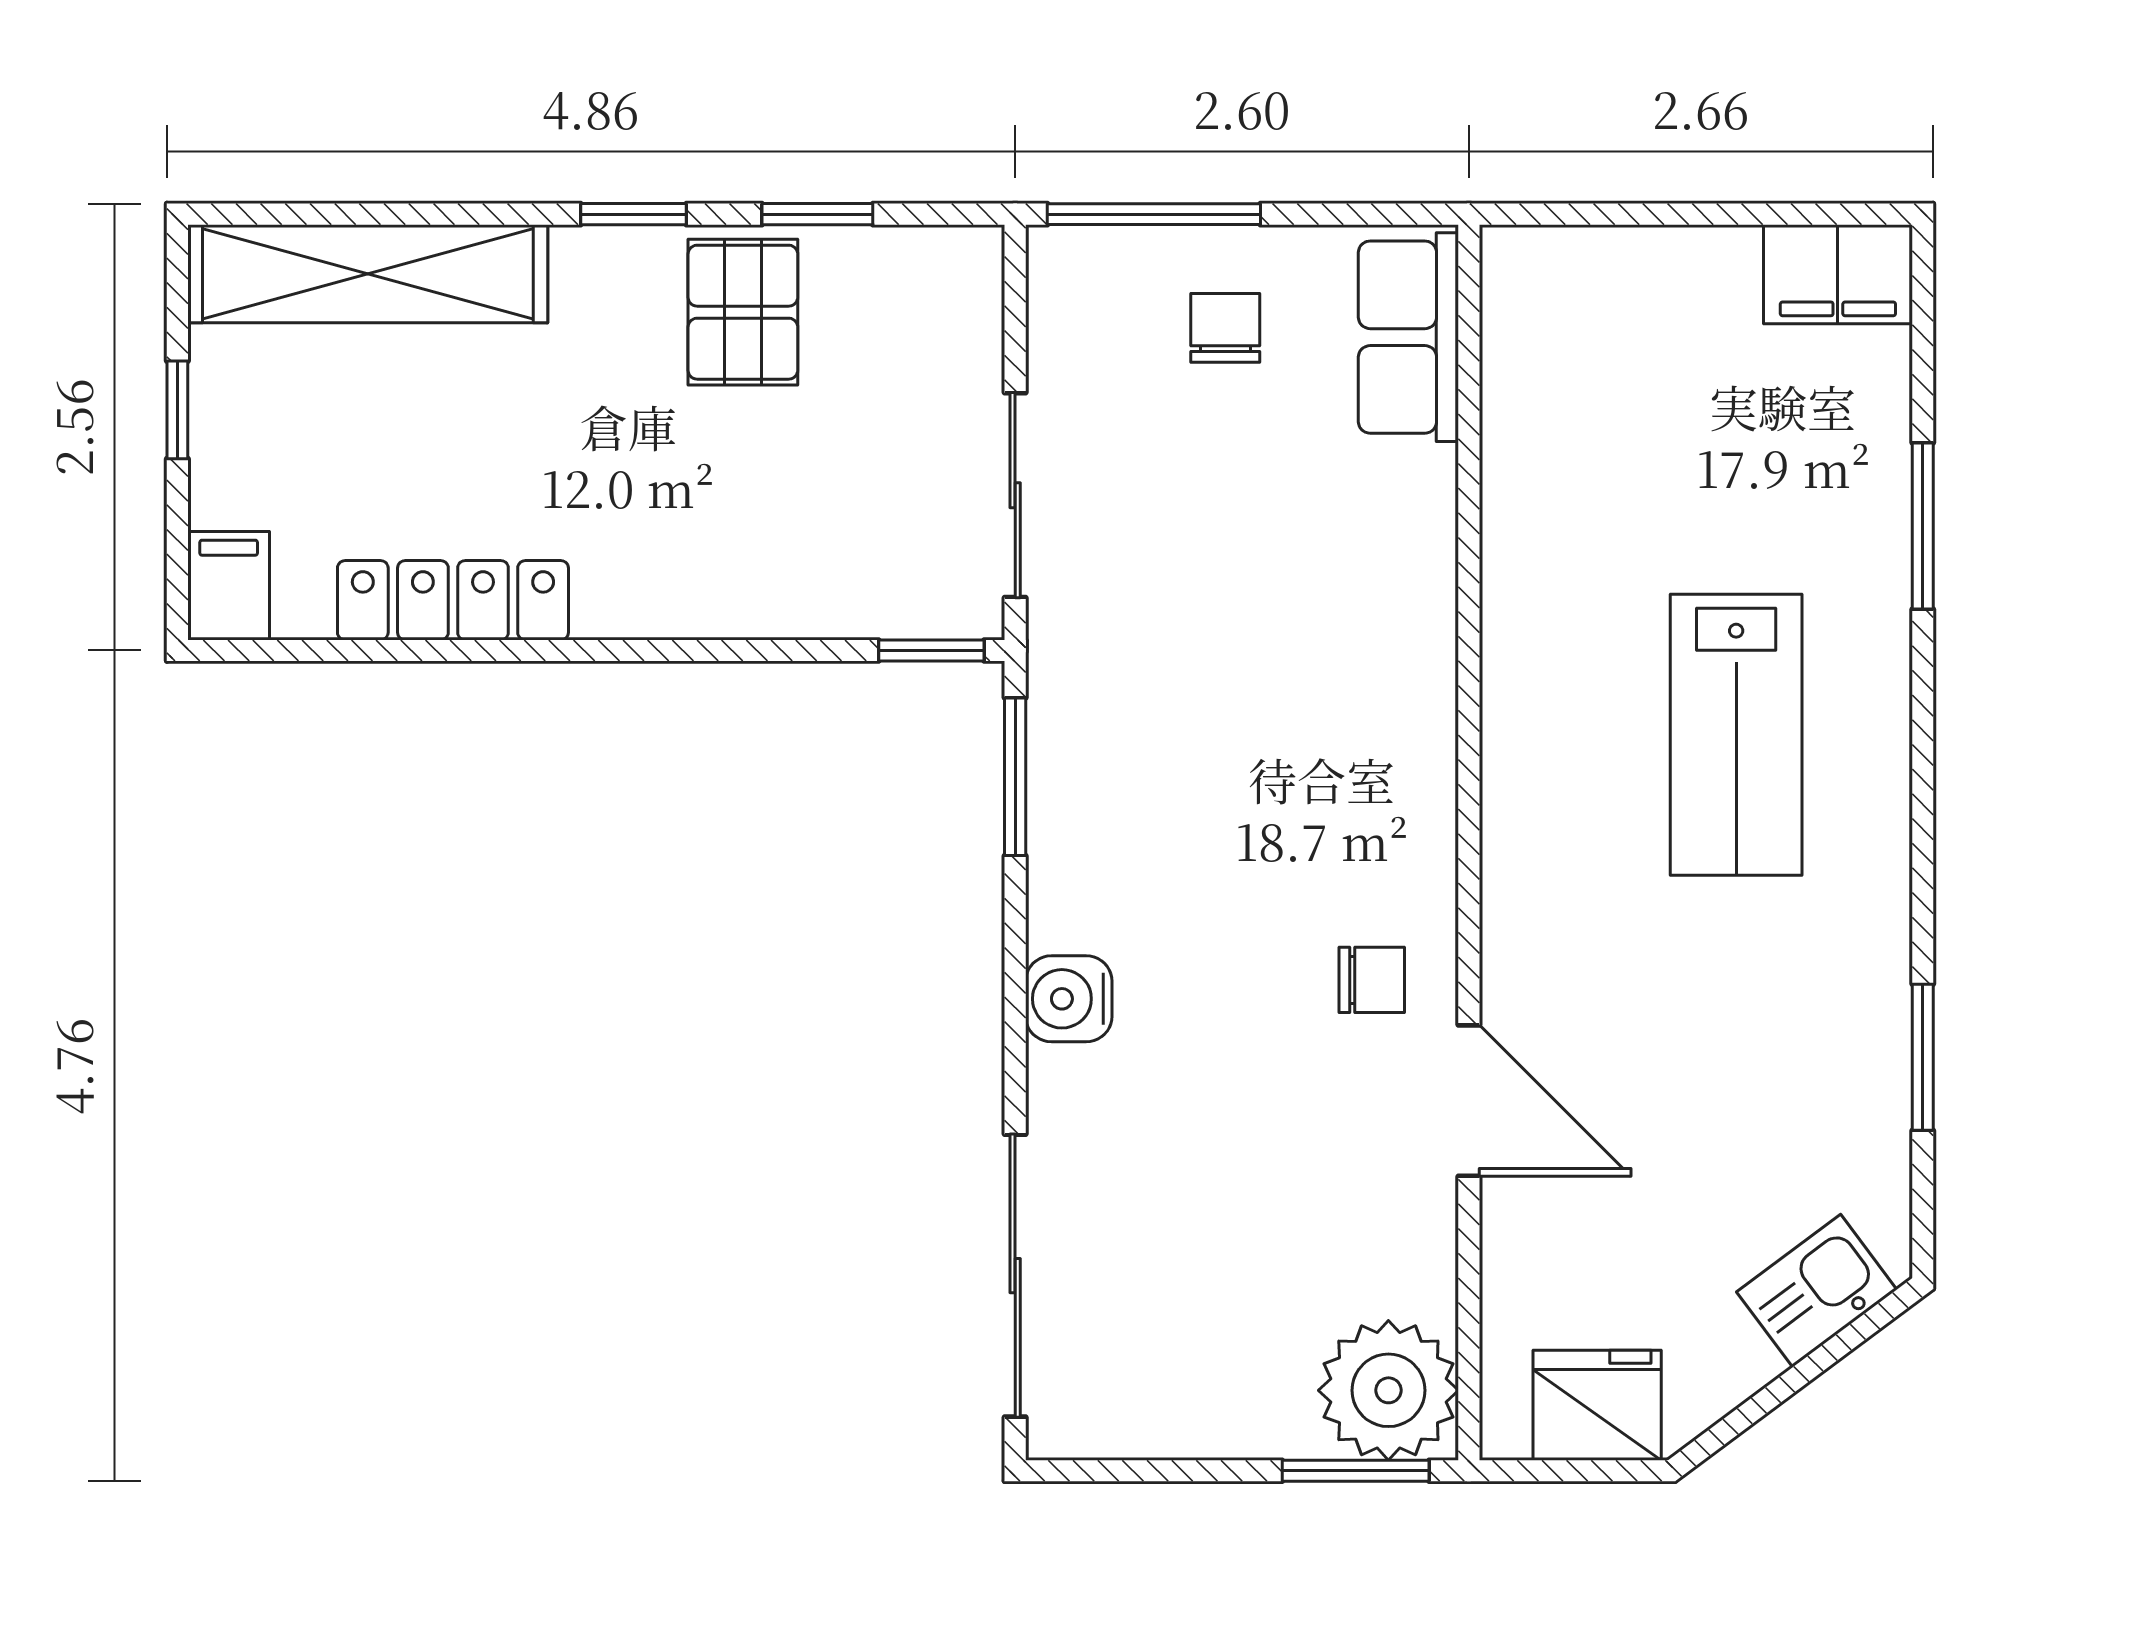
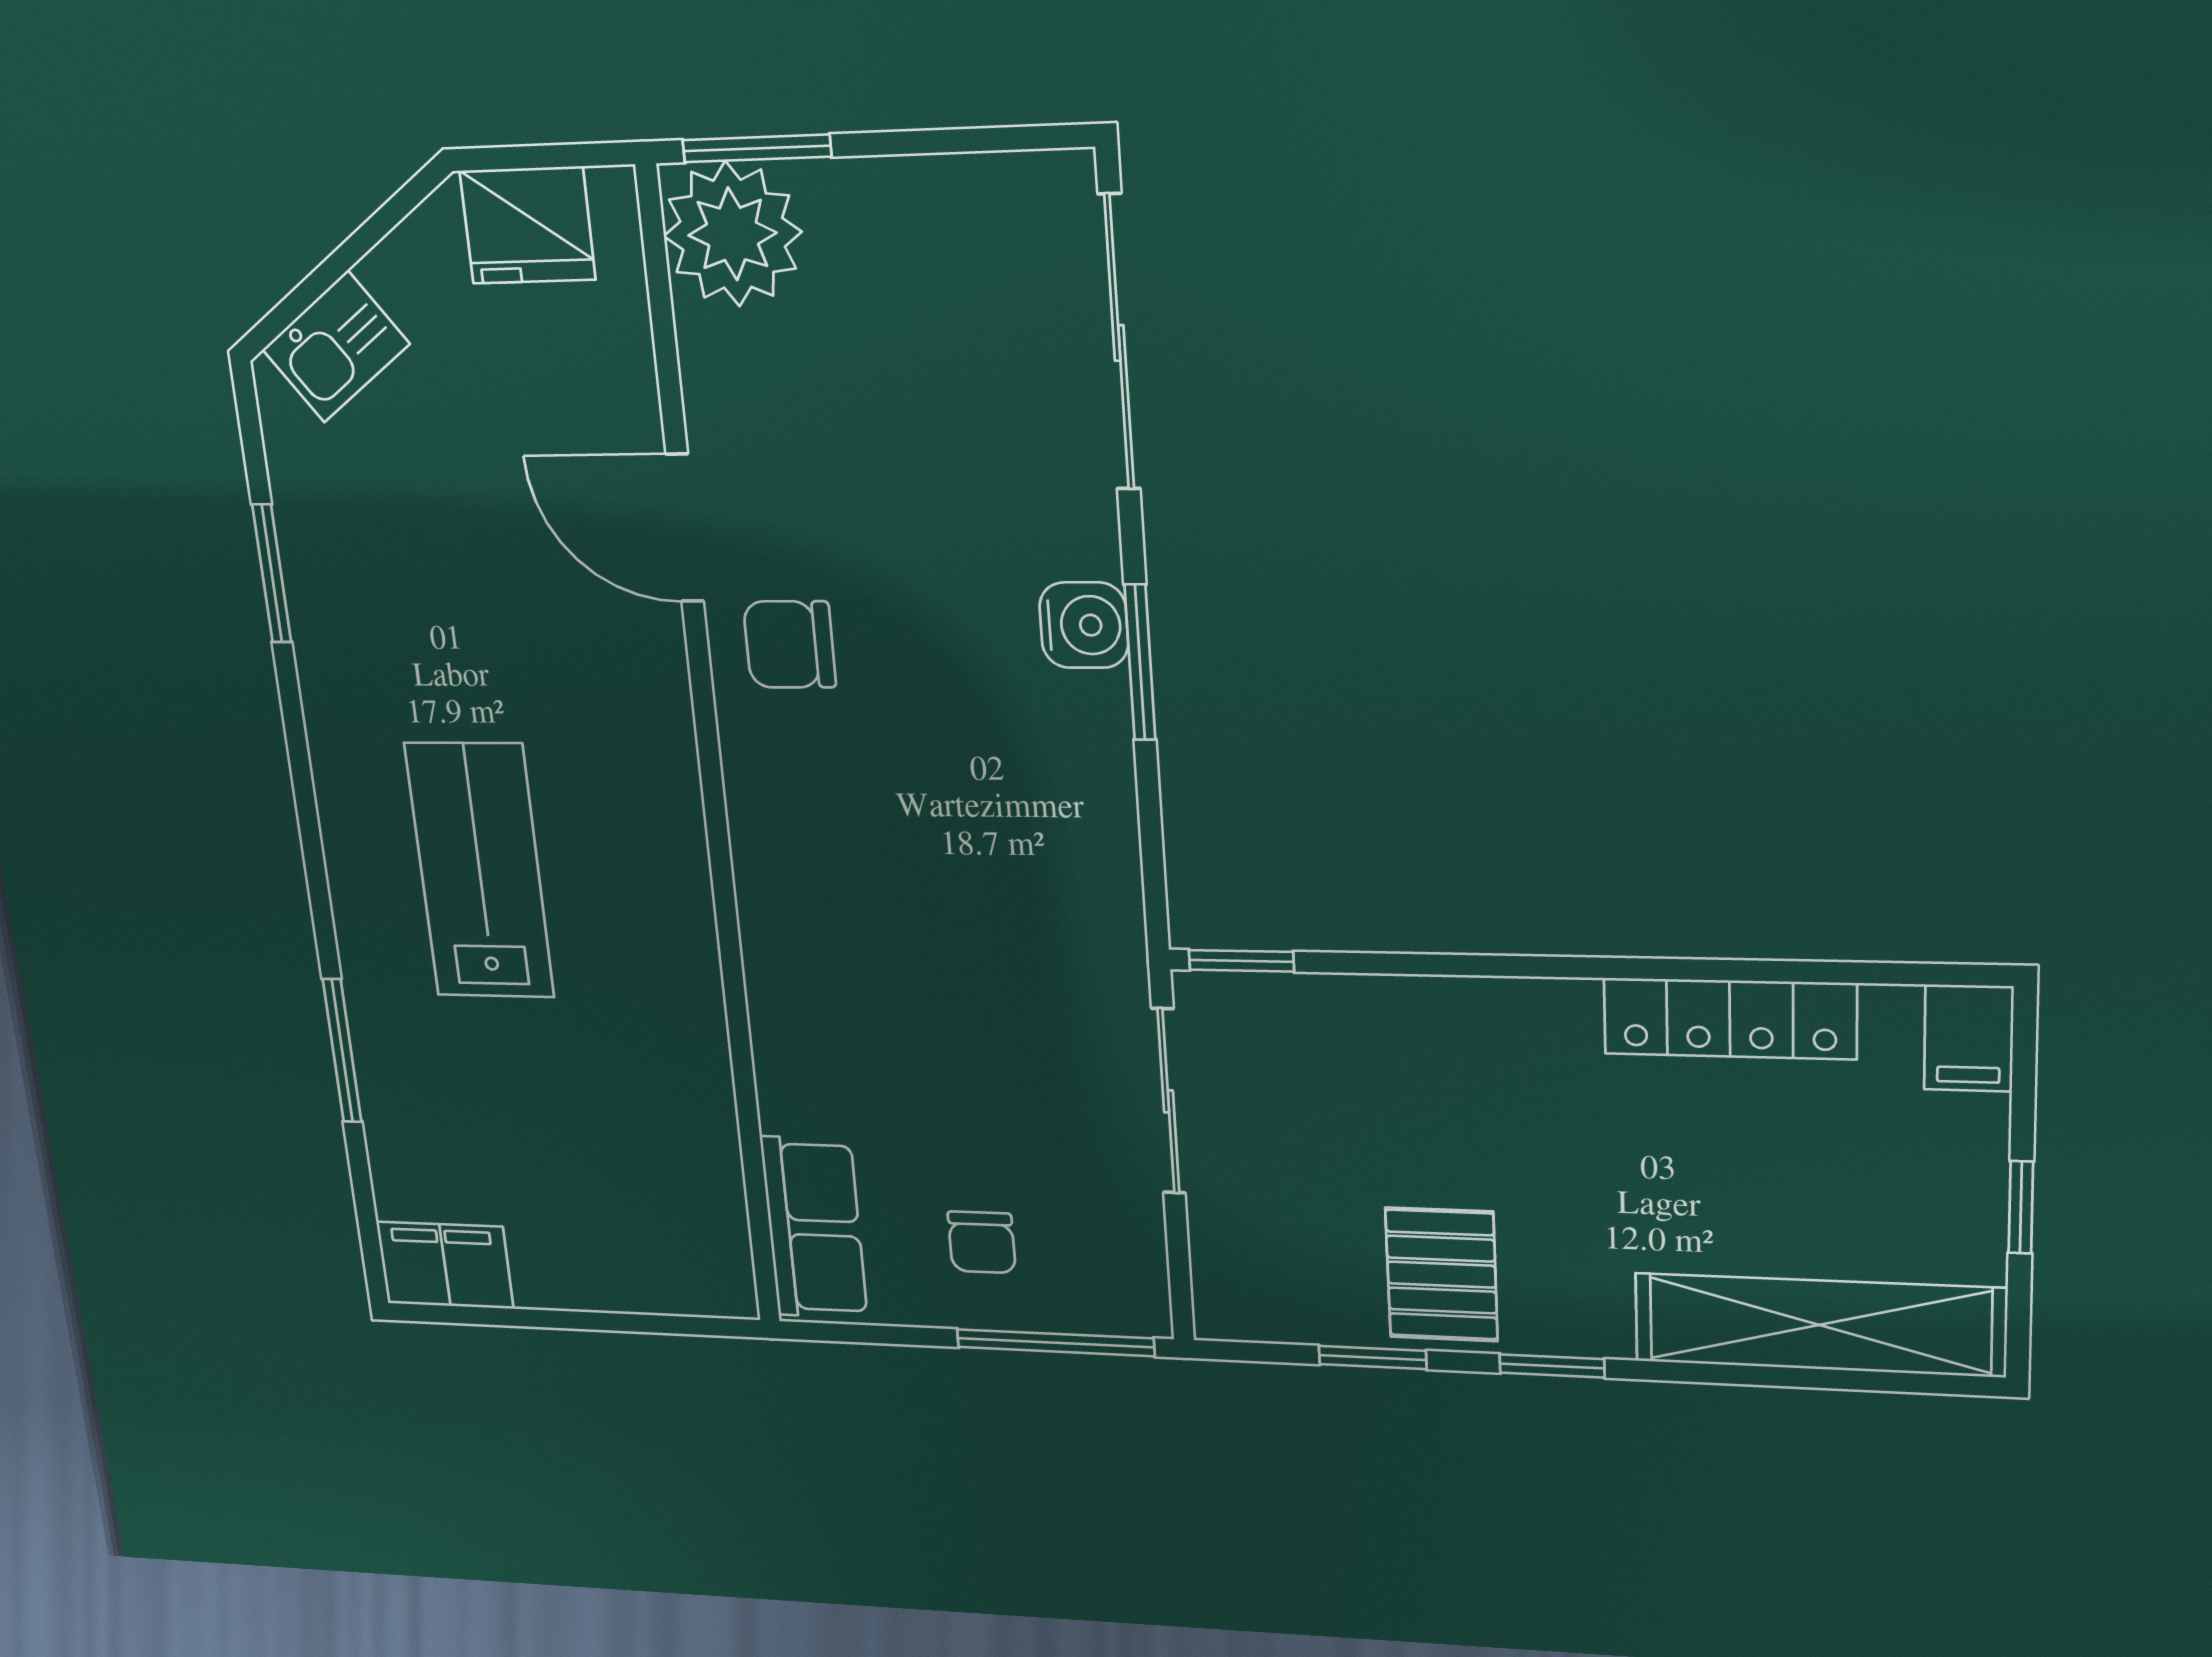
window: (1015, 777) -> (1140, 662), moved
chair: (1372, 980) -> (789, 645), width x1.37, depth x1.37

